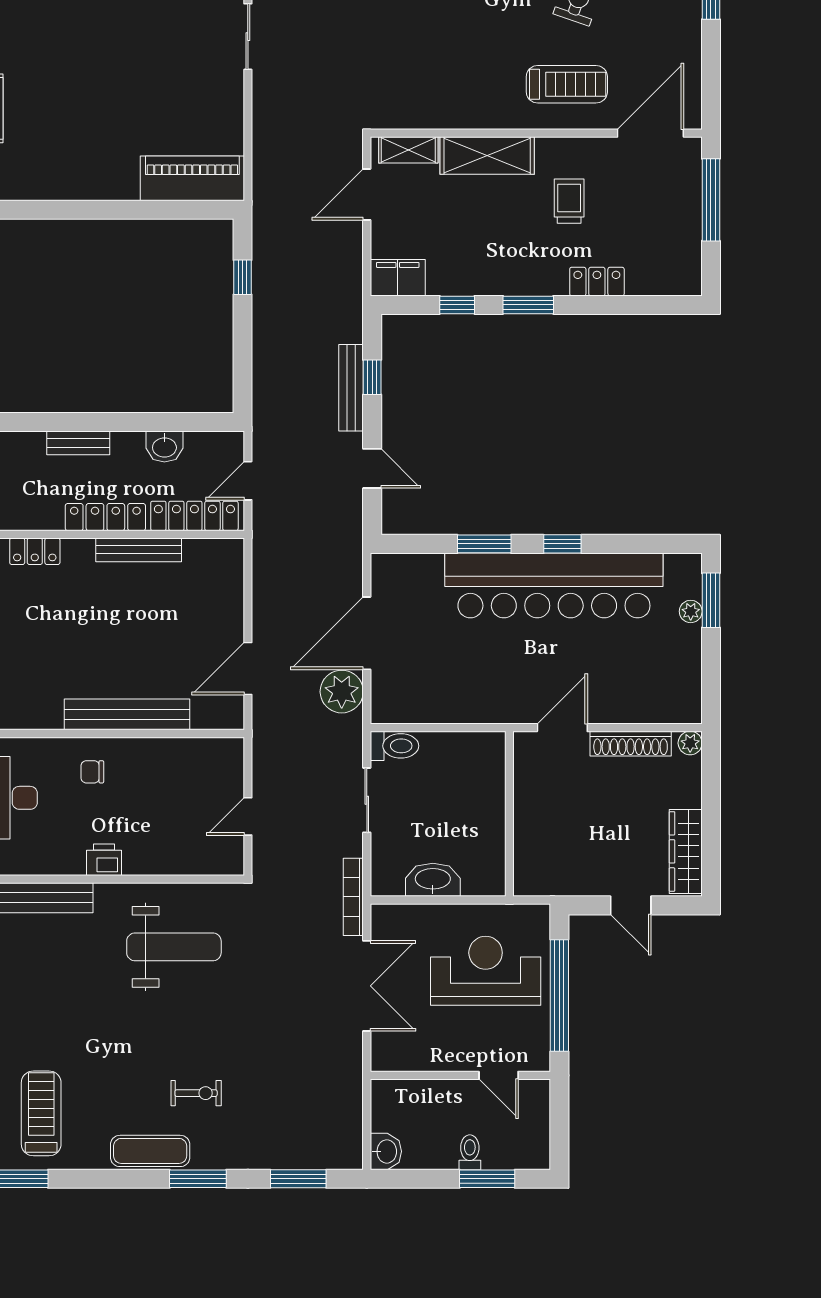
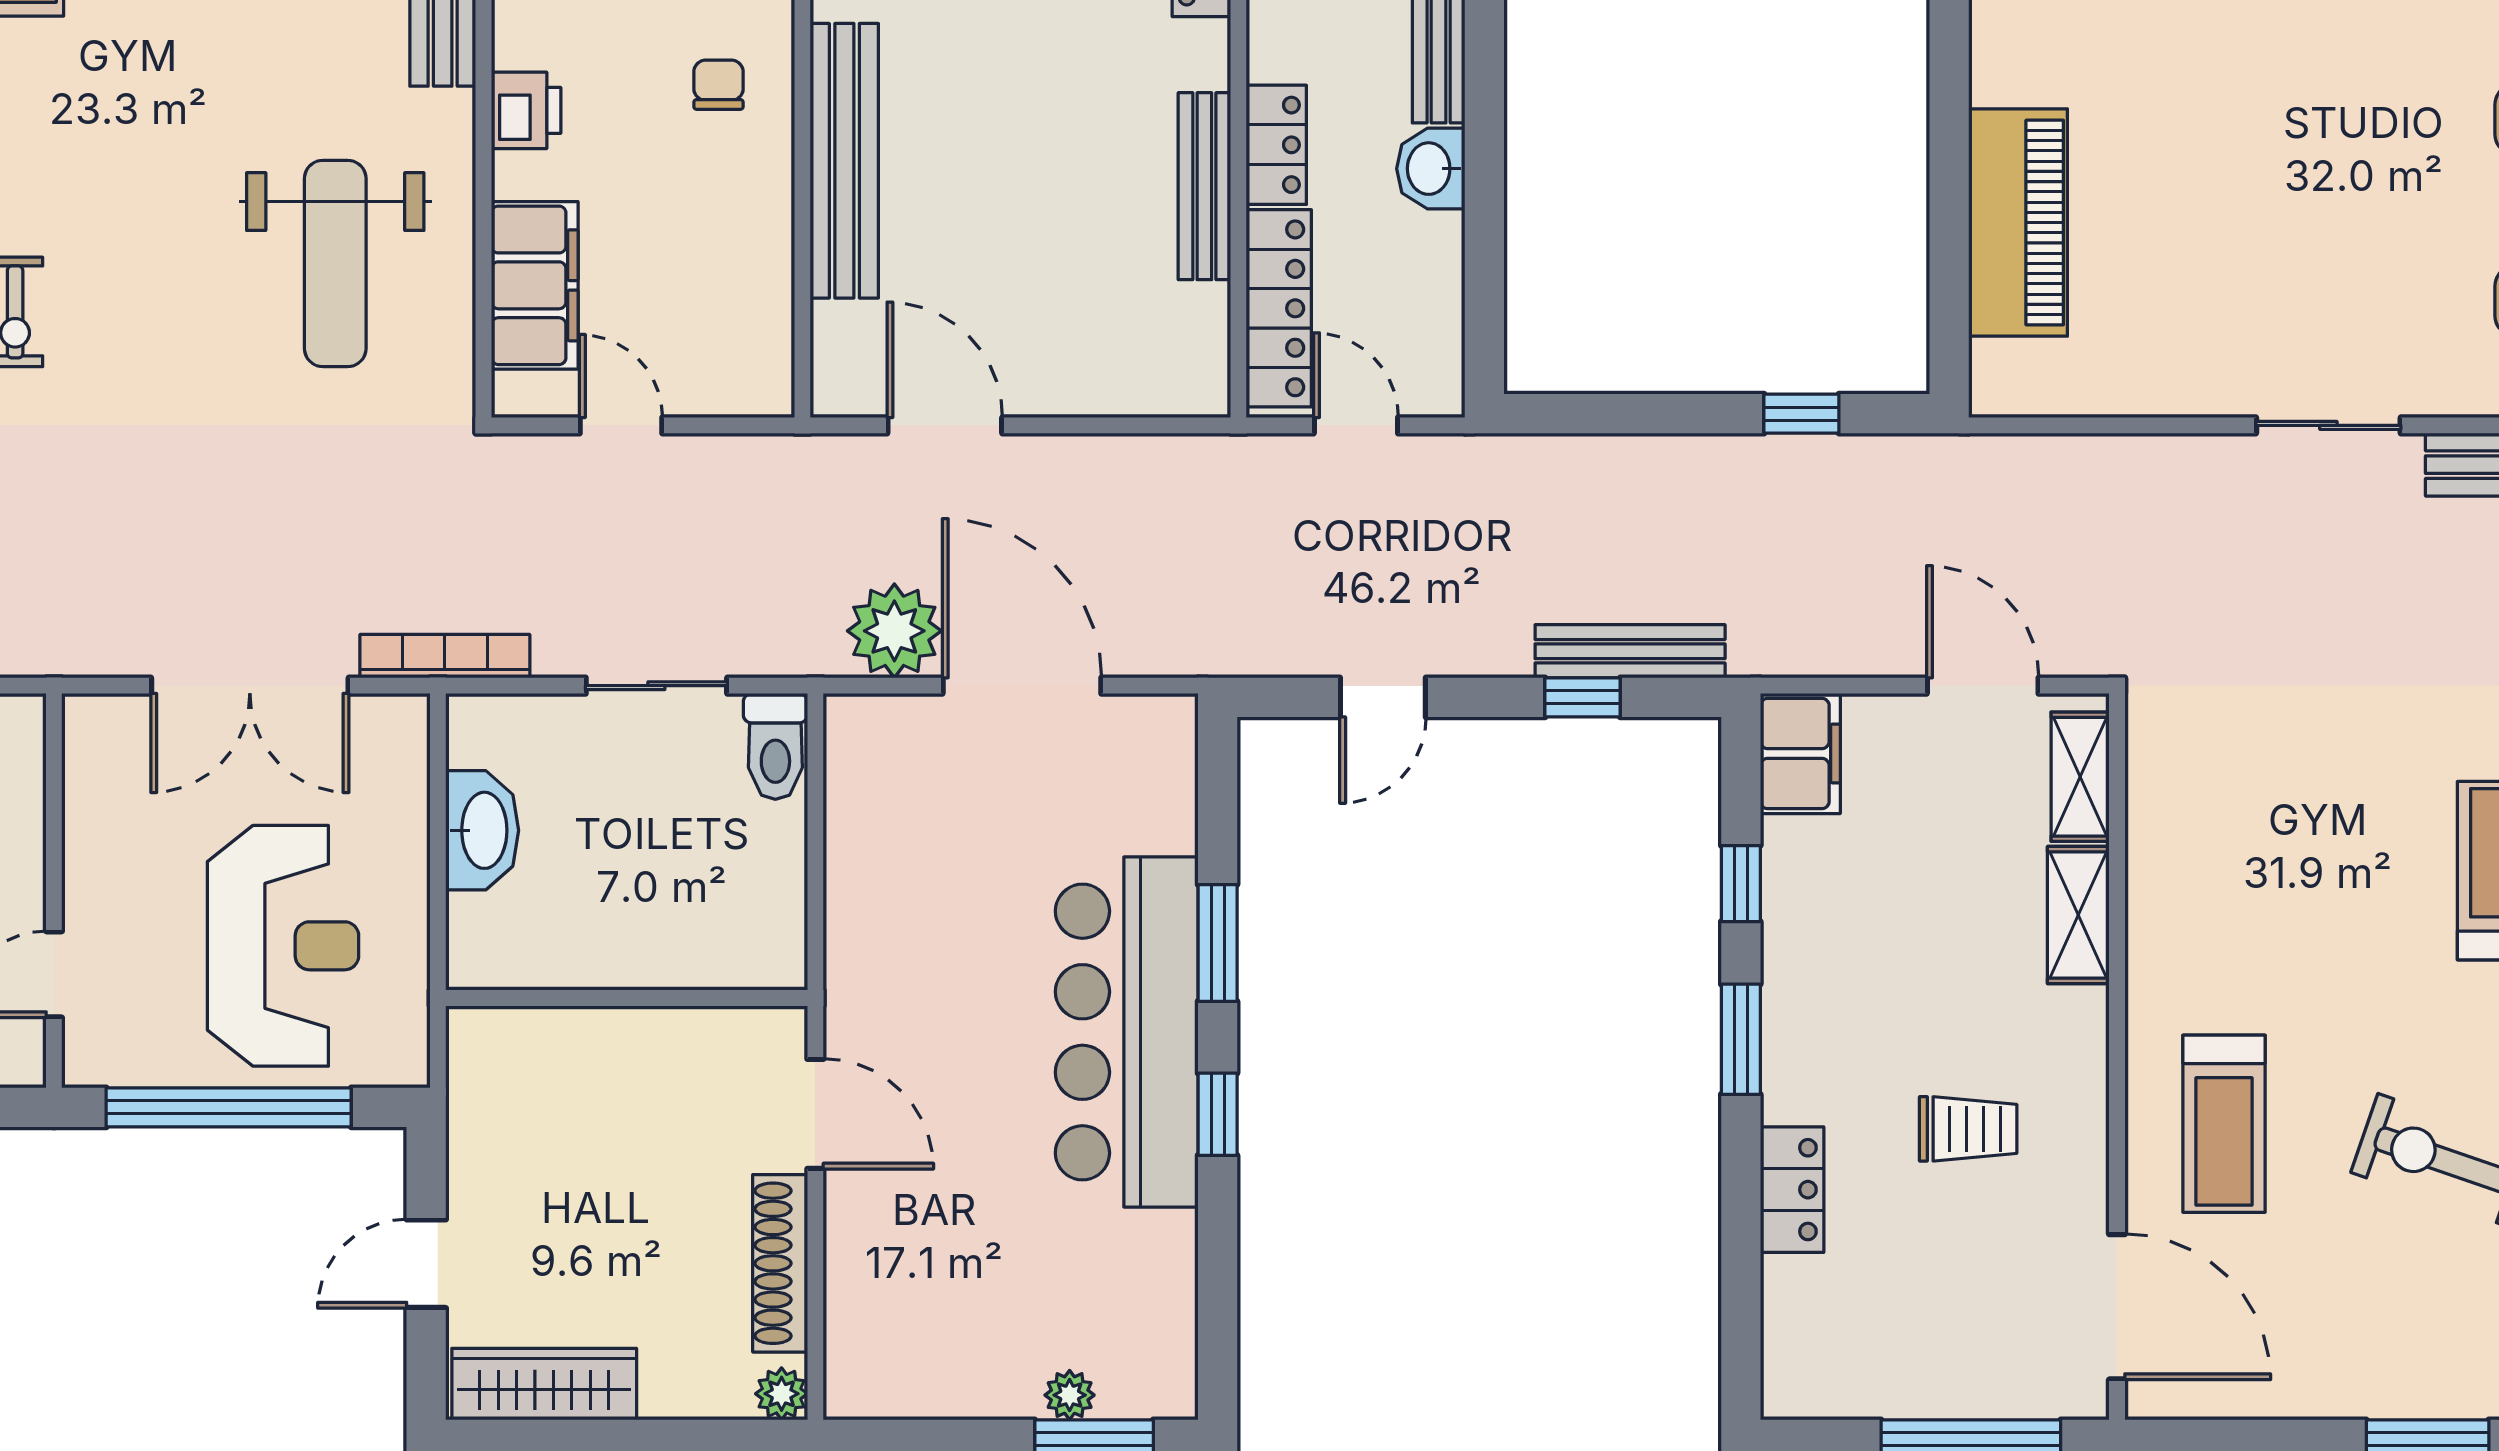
shelving: (487, 155) -> (2078, 915), width x0.67, depth x0.75
piano: (192, 178) -> (2018, 223), moved
bench: (351, 388) -> (1630, 651), moved
washbasin: (164, 447) -> (1431, 169), moved
locker: (105, 517) -> (1276, 145), width x0.66
bar counter: (554, 585) -> (1127, 1032), width x0.73
filing cabinet: (184, 856) -> (535, 285), added

